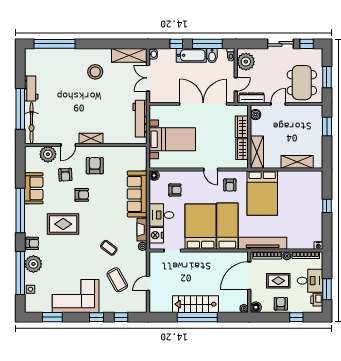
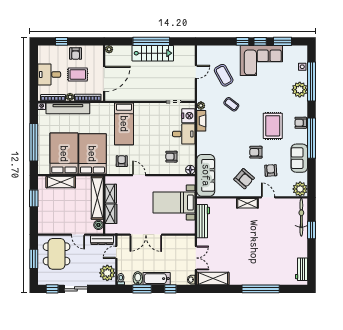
window: (54, 44) -> (261, 289), moved
window: (207, 44) -> (142, 289), width x0.69
stool: (95, 72) -> (244, 264), removed
workbench: (31, 89) -> (302, 269), moved
double door: (203, 104) -> (146, 235), width x0.73
door: (278, 104) -> (78, 235), hinge flipped
window: (20, 109) -> (311, 230), width x0.47
window: (327, 126) -> (34, 198), moved
door: (68, 145) -> (268, 197), hinge flipped
shelving: (257, 152) -> (97, 198), width x1.47
plant: (48, 154) -> (300, 189), moved
armchair: (95, 166) -> (244, 179), turned -49
sofa: (137, 194) -> (206, 175), moved
window: (327, 206) -> (34, 142), width x3.17
rug: (63, 224) -> (273, 126), turned 90
bed: (201, 227) -> (64, 154), moved, turned 180
armchair: (32, 243) -> (301, 123), moved
tv unit: (263, 243) -> (68, 108), moved
window: (327, 289) -> (34, 67), removed
printer: (317, 300) -> (43, 57), removed
floor lamp: (256, 307) -> (98, 50), removed
window: (121, 317) -> (260, 41), moved

